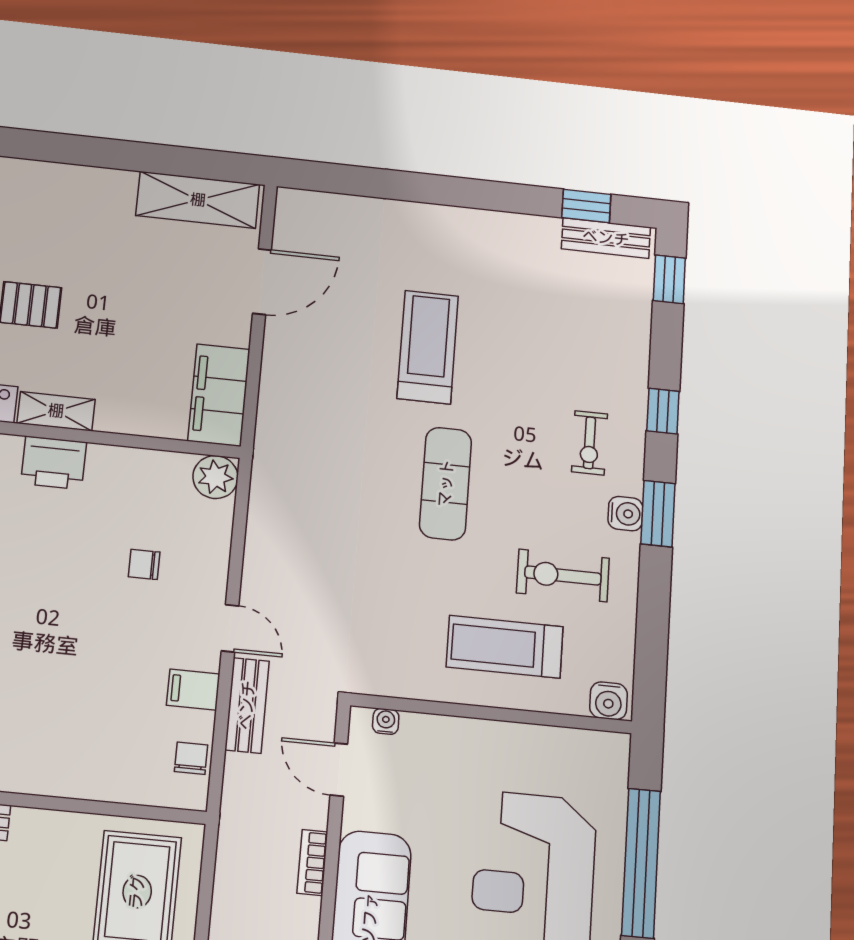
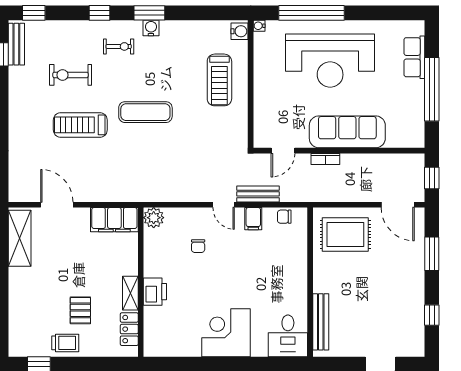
exercise bike: (563, 576) -> (70, 75), moved, turned 90
door: (230, 628) -> (224, 205), swing flipped
water cooler: (386, 721) -> (259, 26), moved

